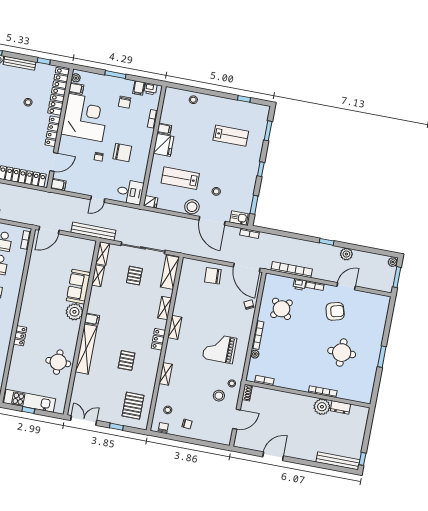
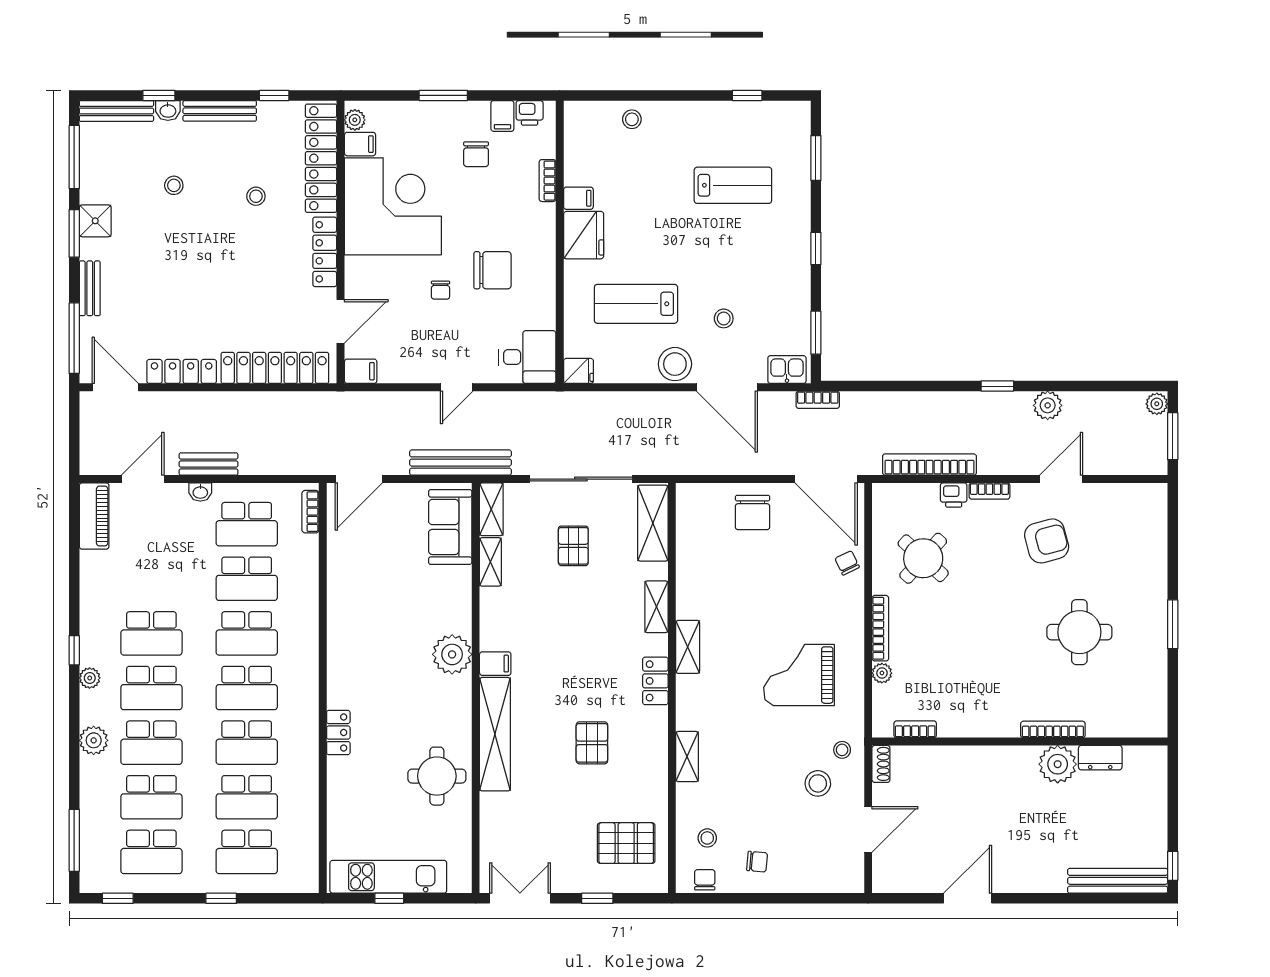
chair: (213, 276) -> (753, 513), turned -87
sofa: (78, 287) -> (450, 527), moved
pallet: (133, 406) -> (626, 843), turned 90

